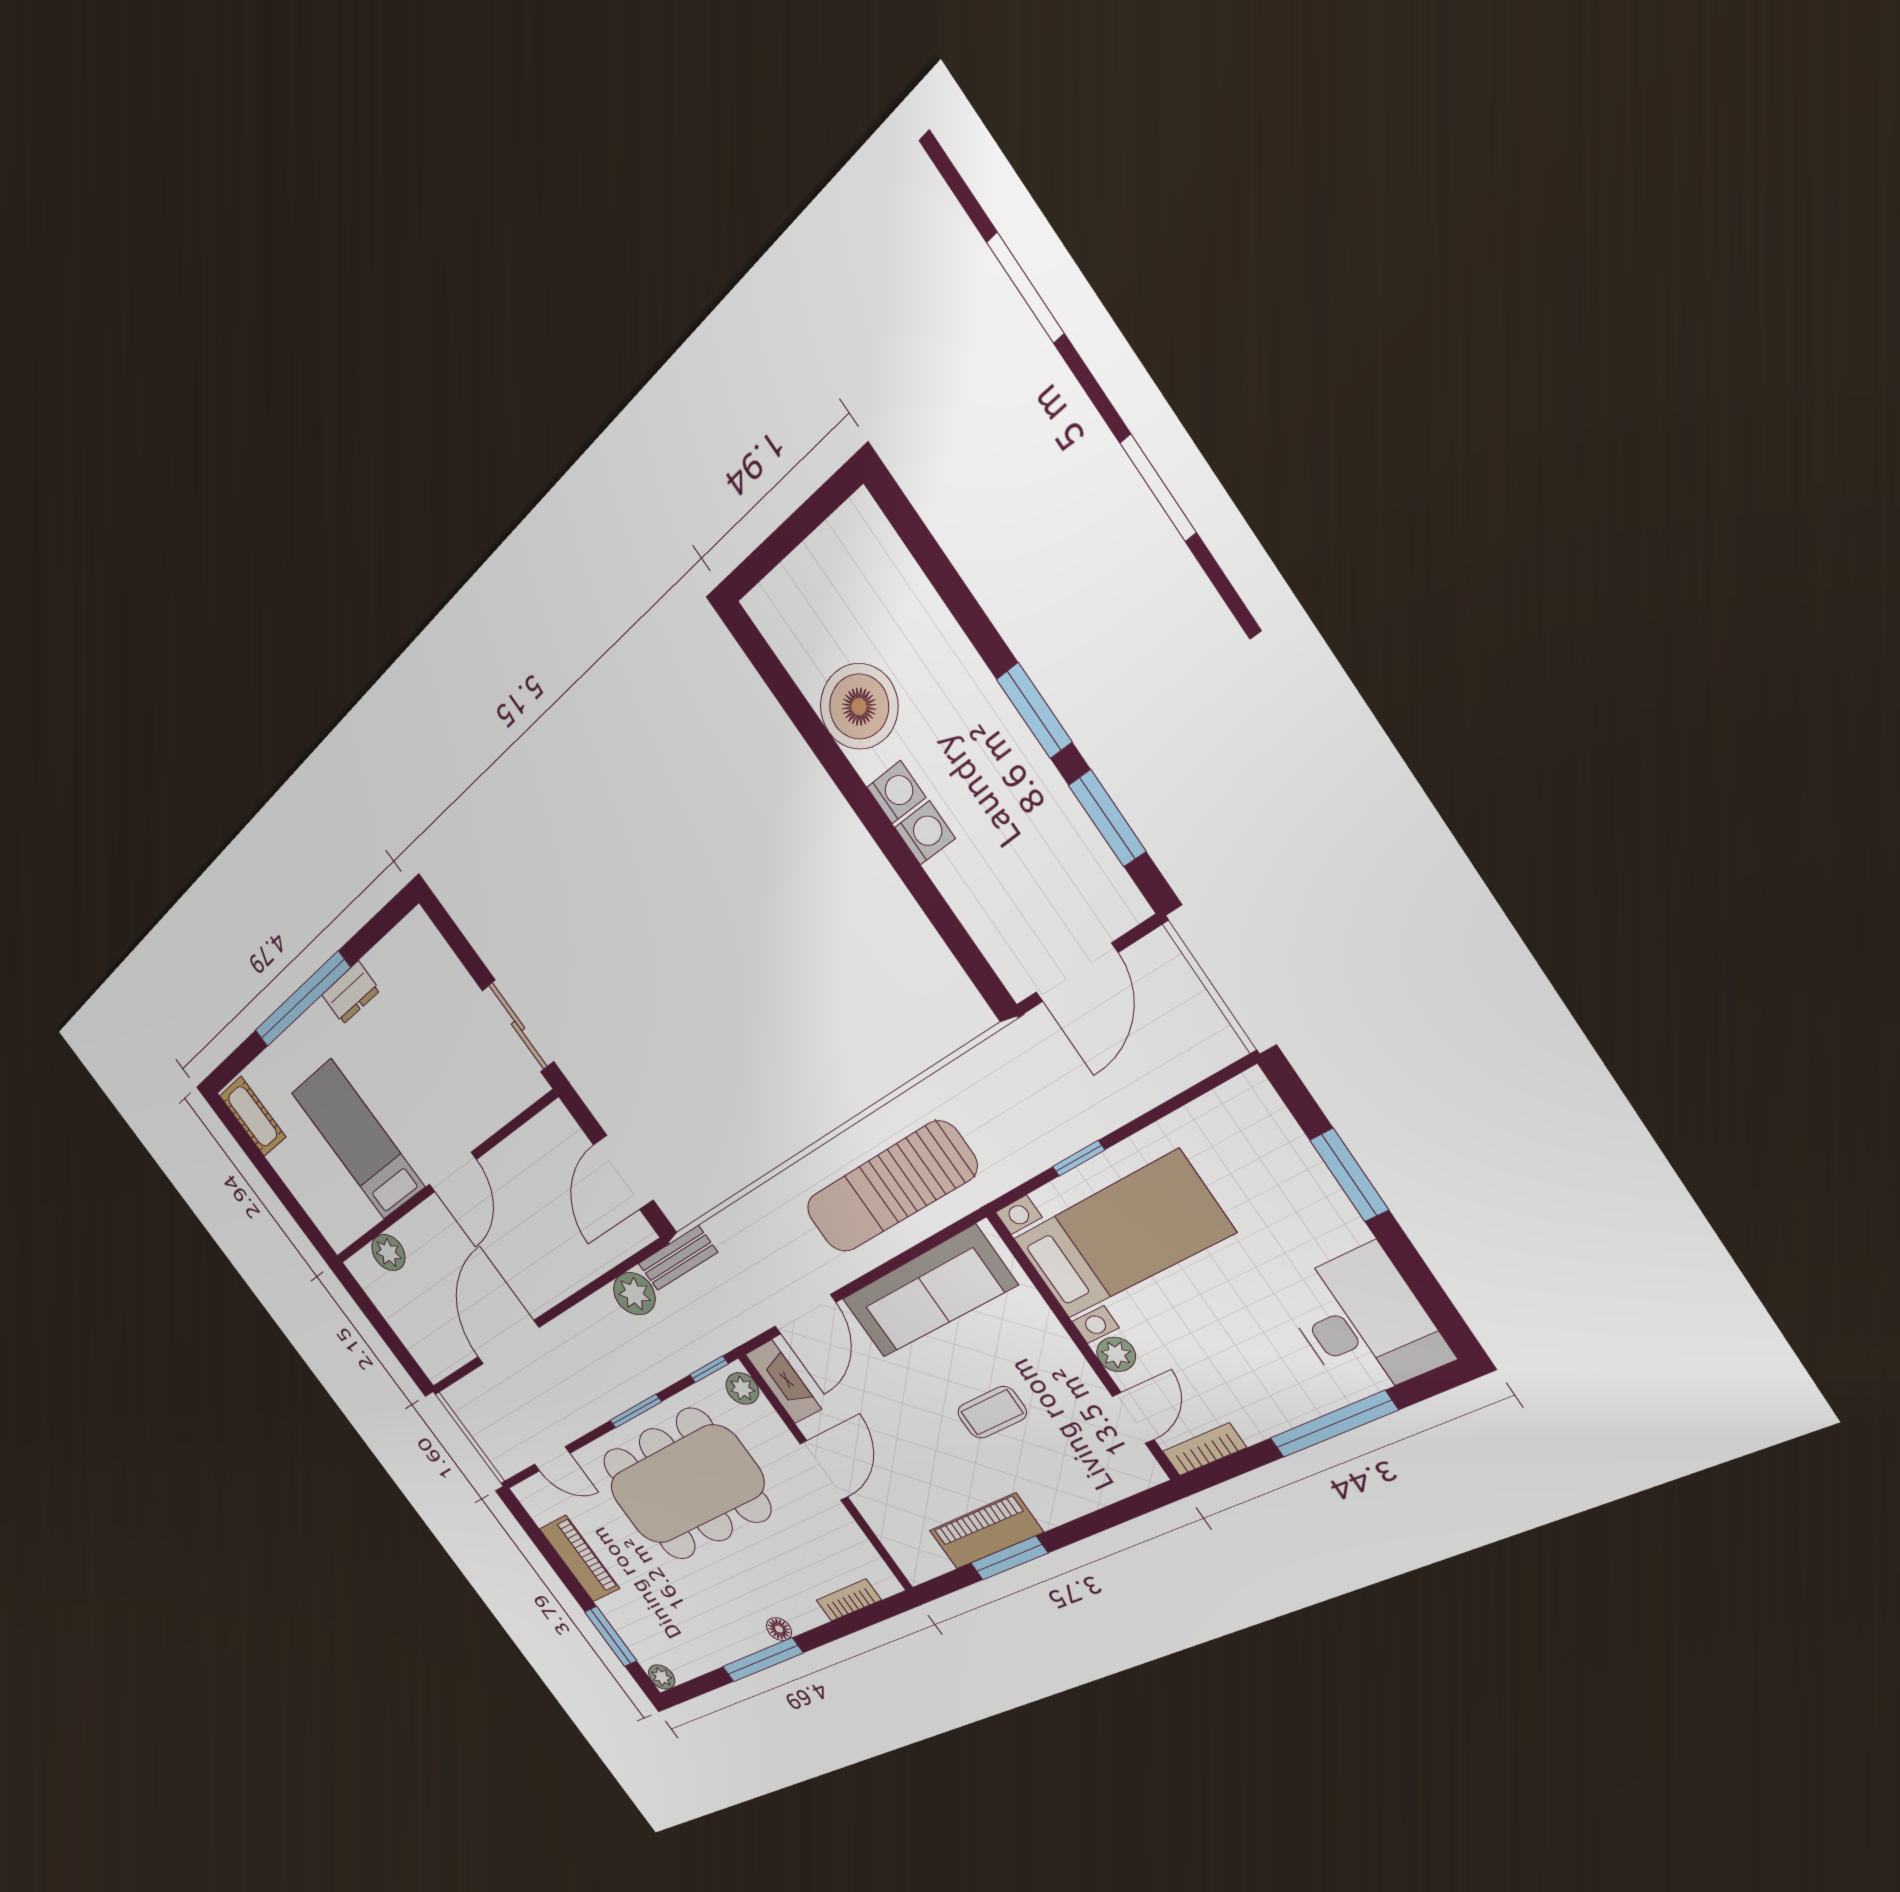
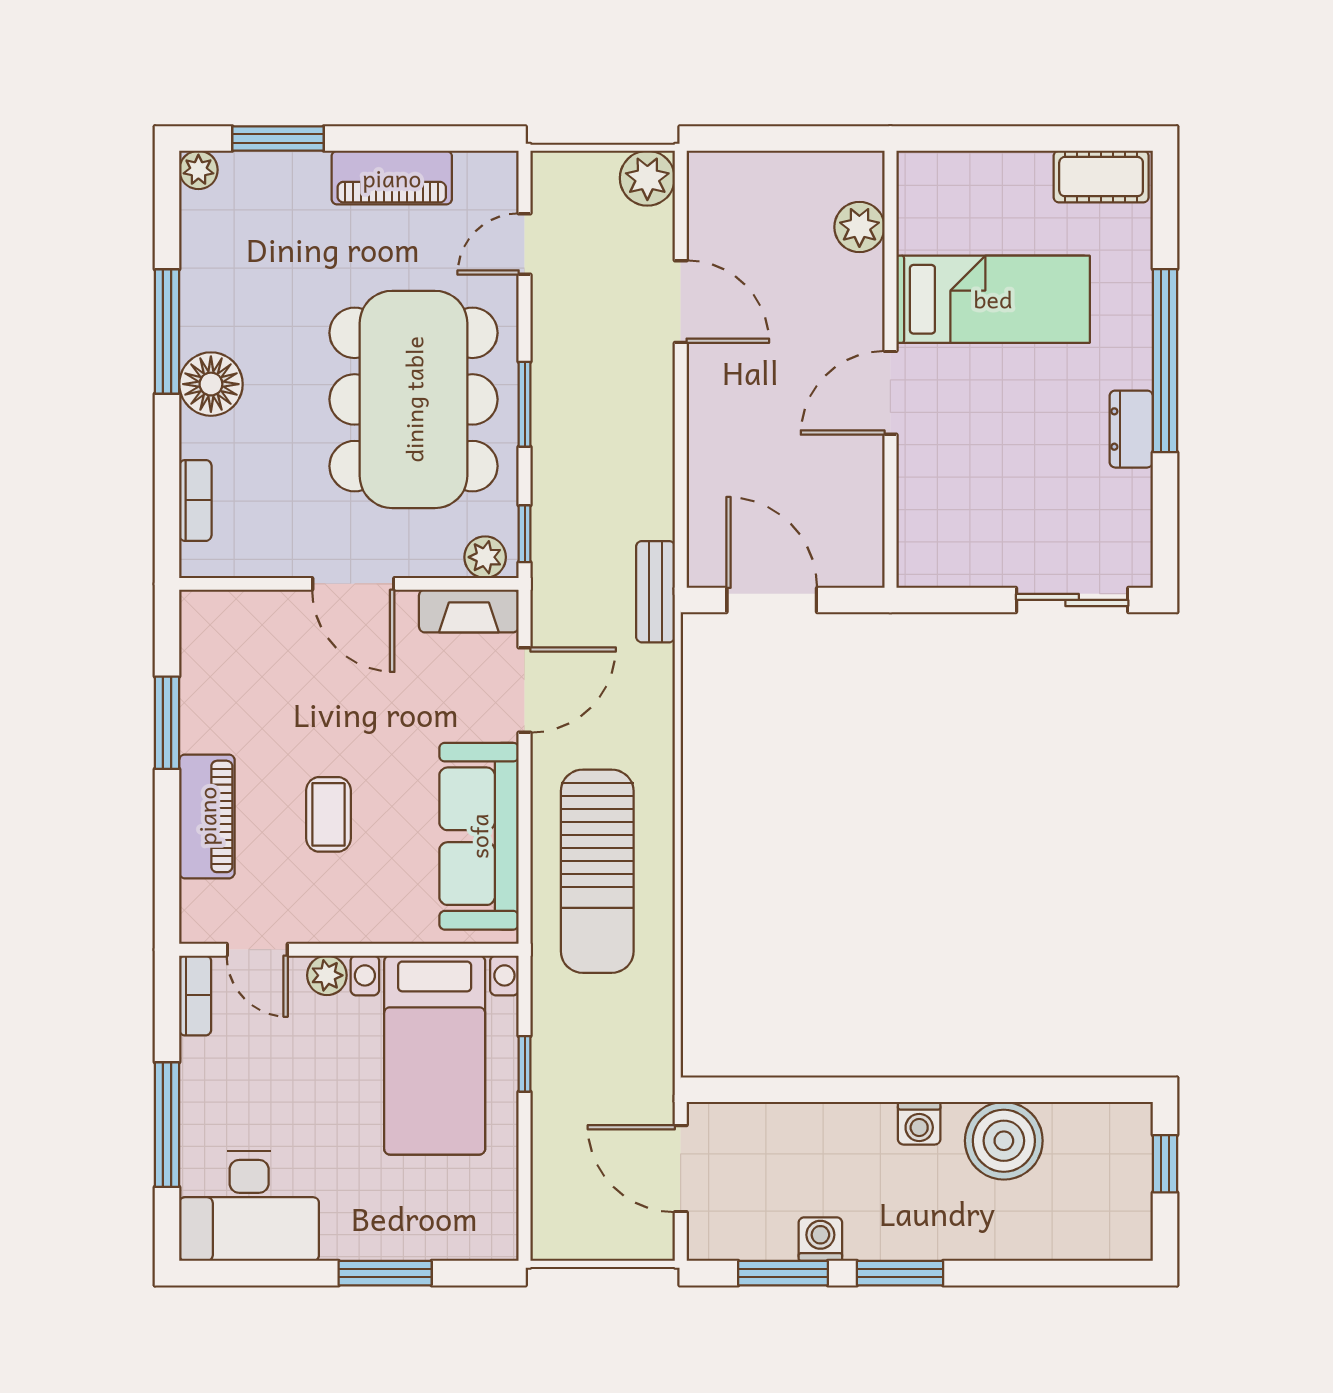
window: (778, 546) -> (1165, 1164), added
washing machine: (925, 833) -> (820, 1239), moved, turned 180
sliding door: (518, 1026) -> (1072, 600), moved
door: (453, 1172) -> (890, 393), hinge flipped
sun lounger: (890, 1188) -> (597, 871), turned 180
plant: (634, 1294) -> (647, 178), moved
door: (805, 1314) -> (525, 690), swing flipped
door: (508, 1342) -> (681, 302), width x0.73
piano: (986, 1531) -> (207, 816), moved
floor lamp: (779, 1629) -> (211, 384), width x1.89, depth x1.89

